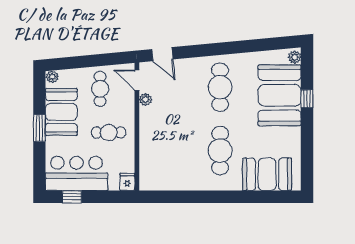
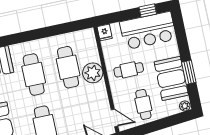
plant: (146, 100) -> (93, 73), moved, width x1.87, depth x1.87
window: (39, 128) -> (189, 72), moved
cafe table: (178, 151) -> (68, 67), added

